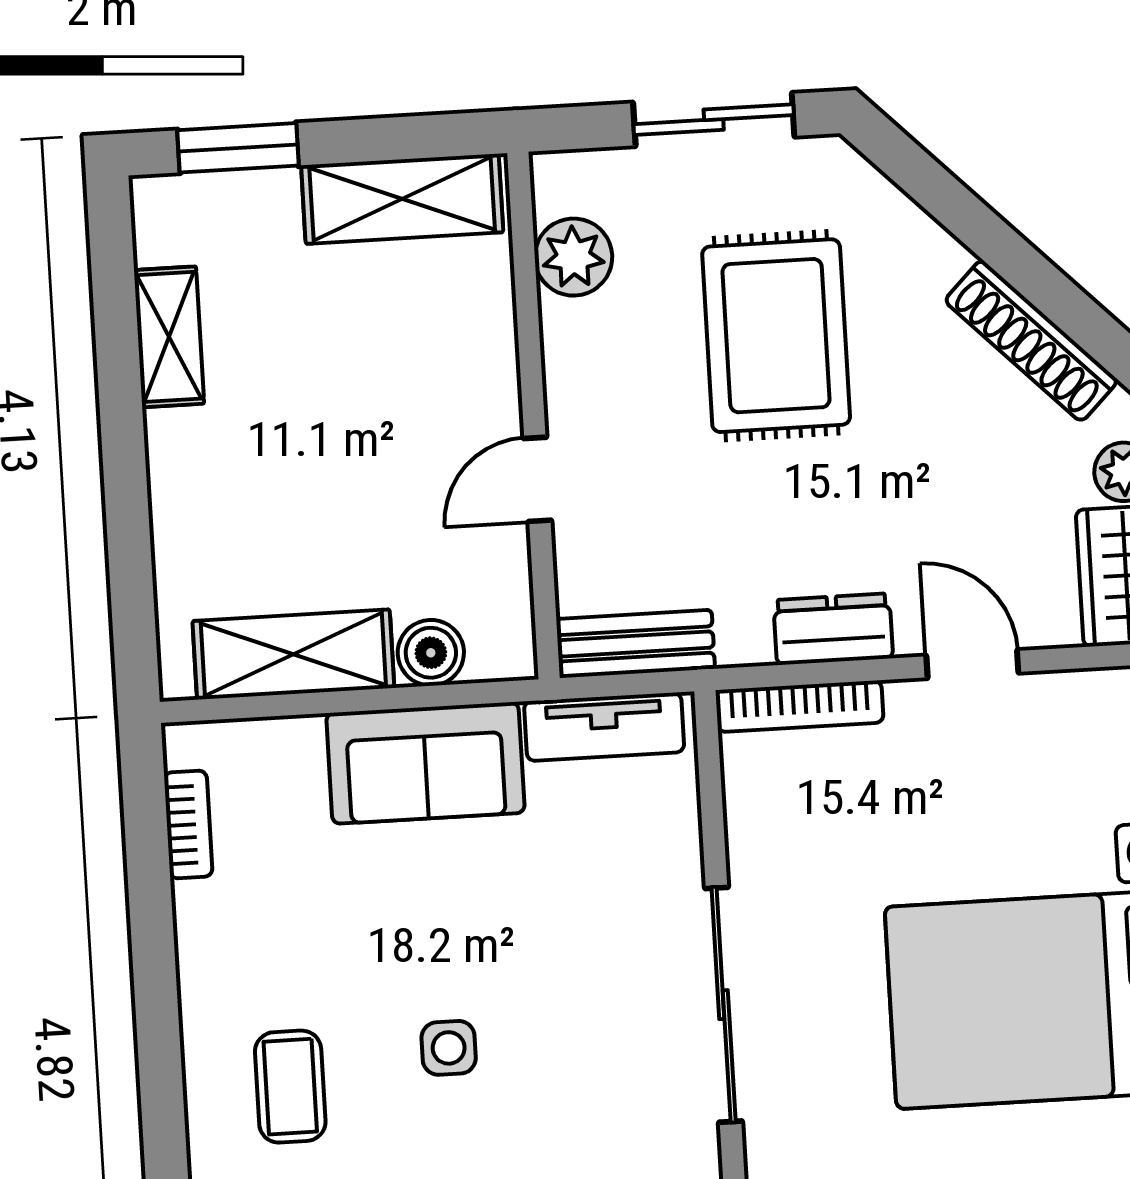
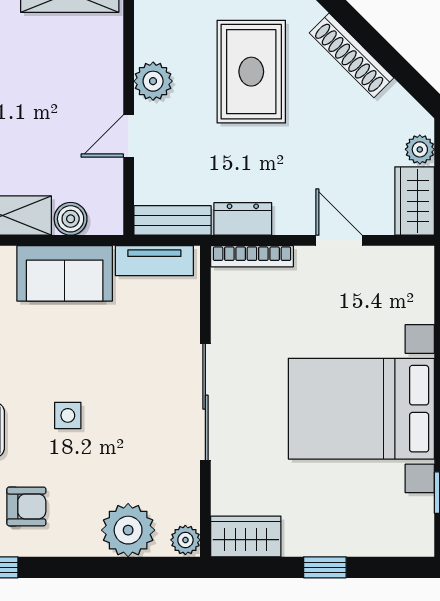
plant: (573, 257) -> (153, 81), moved
shoe rack: (1031, 341) -> (352, 55), moved
dresser: (833, 629) -> (243, 219), moved

